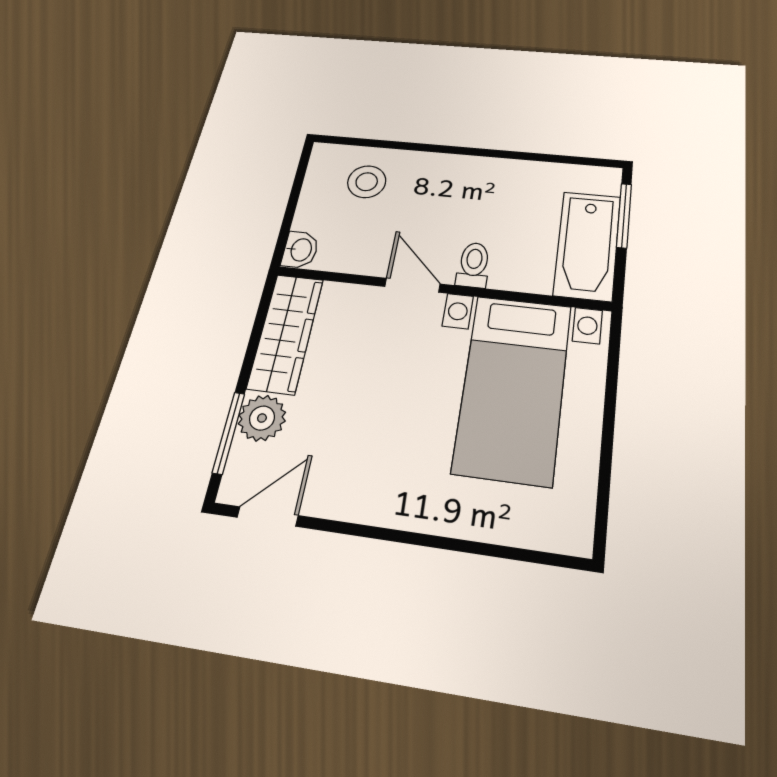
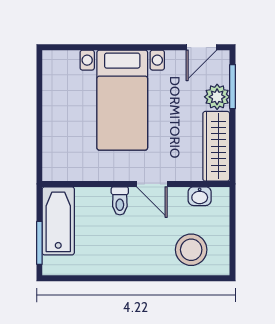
stool: (367, 182) -> (191, 250), width x1.38, depth x1.38
washbasin: (300, 250) -> (200, 196), moved, turned -90
bed with nightstands: (513, 387) -> (122, 100), moved, turned 180

